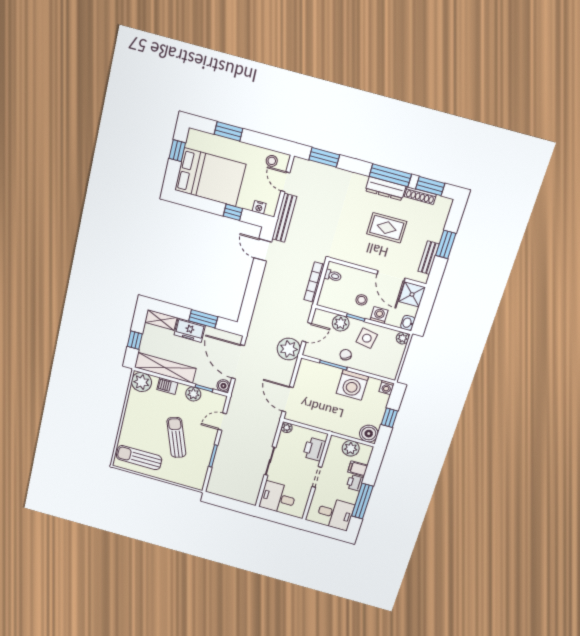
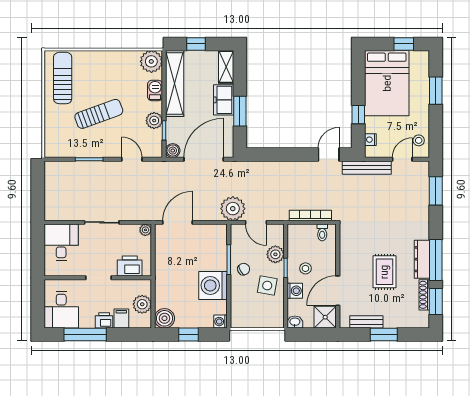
plant: (403, 338) -> (278, 322), removed

